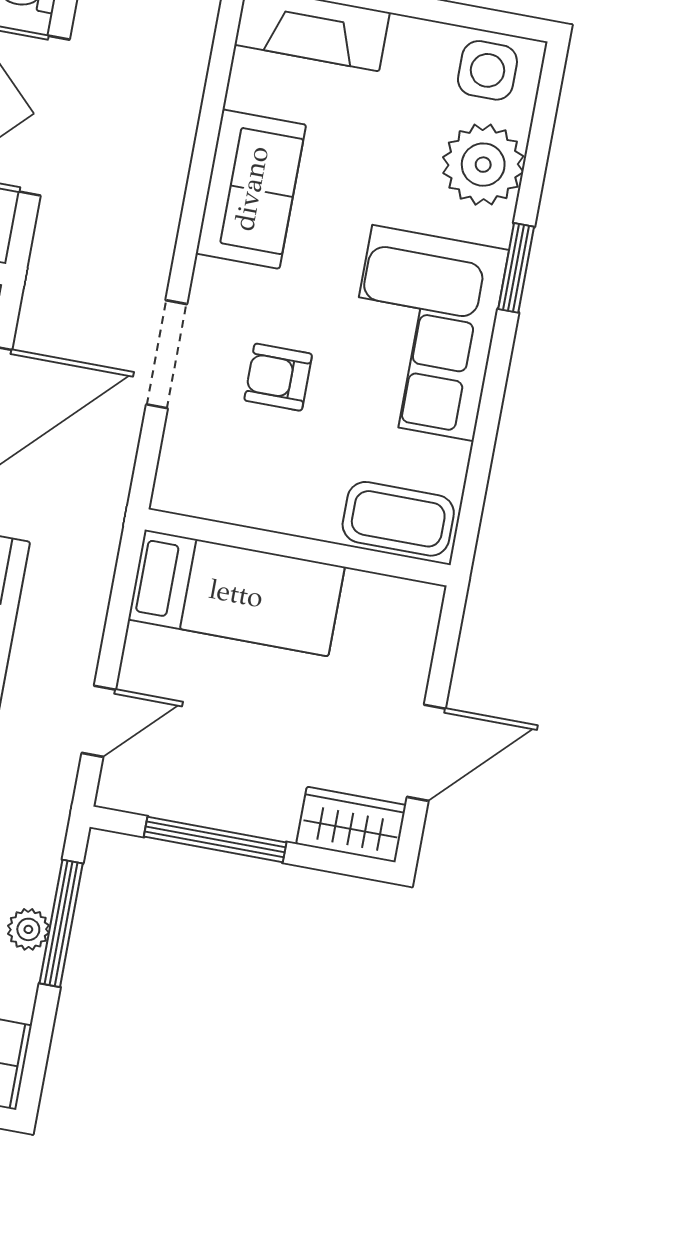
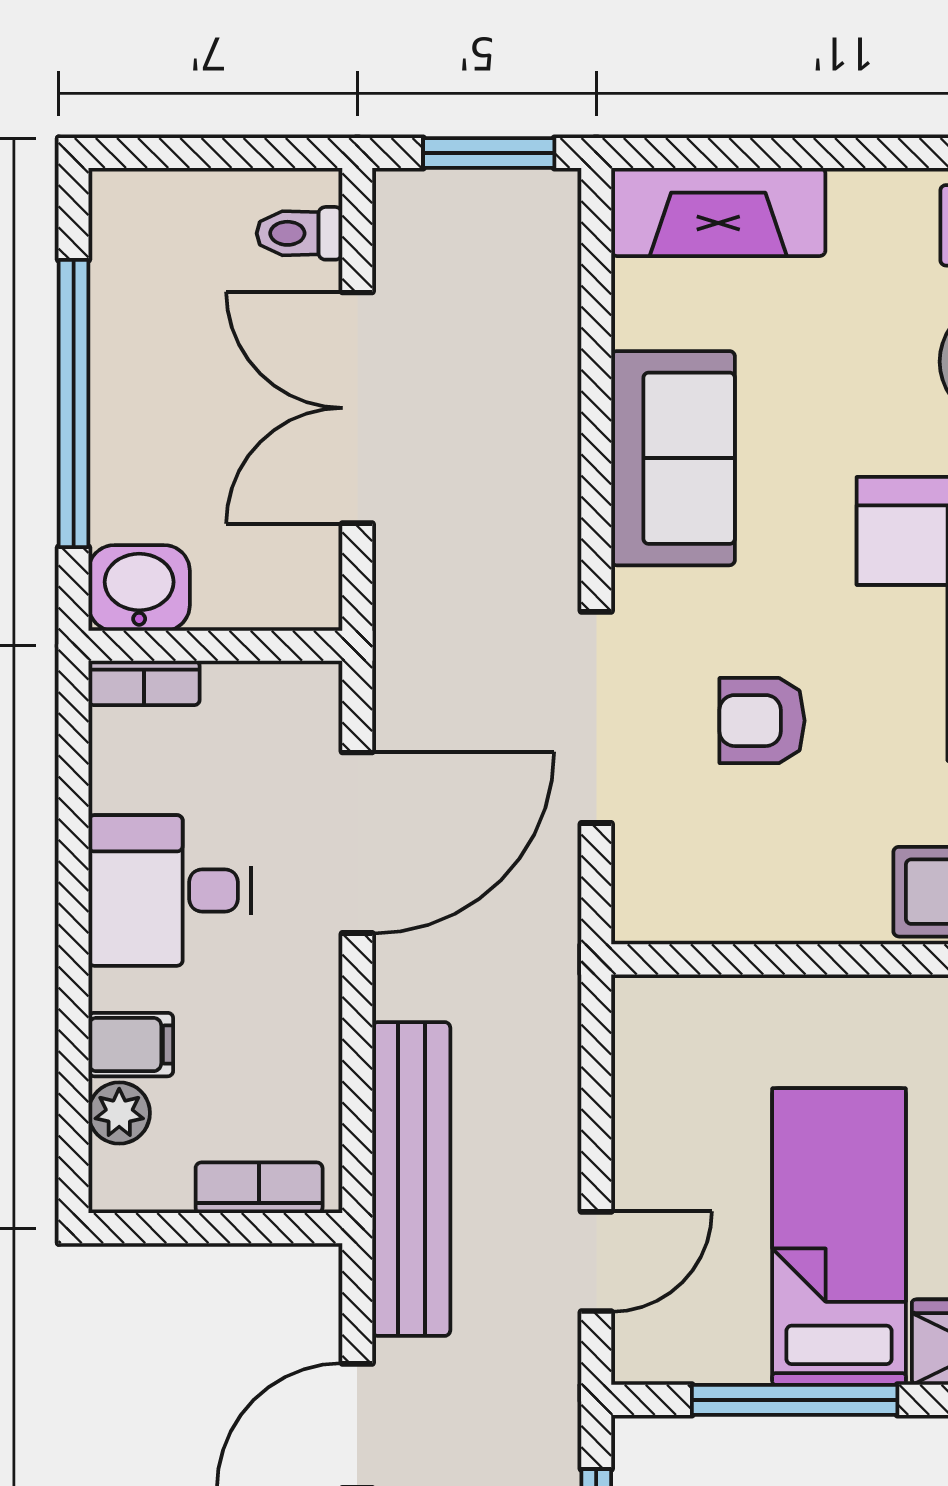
doorway: (167, 354) -> (596, 717), width x1.36
bed: (236, 593) -> (839, 1237), moved, turned -90

